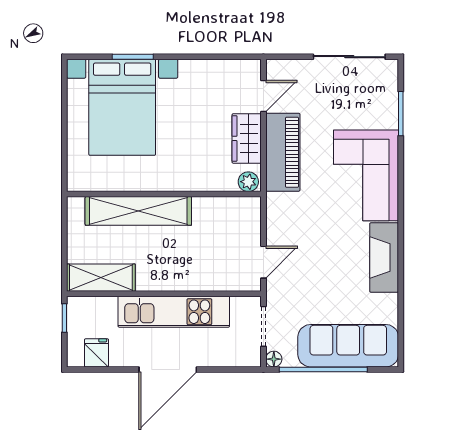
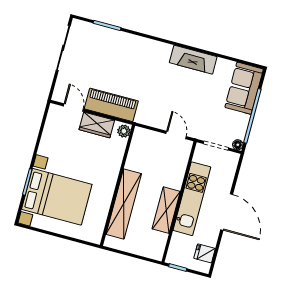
corner sofa: (366, 175) -> (139, 57), removed
shelving: (101, 278) -> (166, 210), moved
sofa: (348, 346) -> (244, 88), width x0.73

